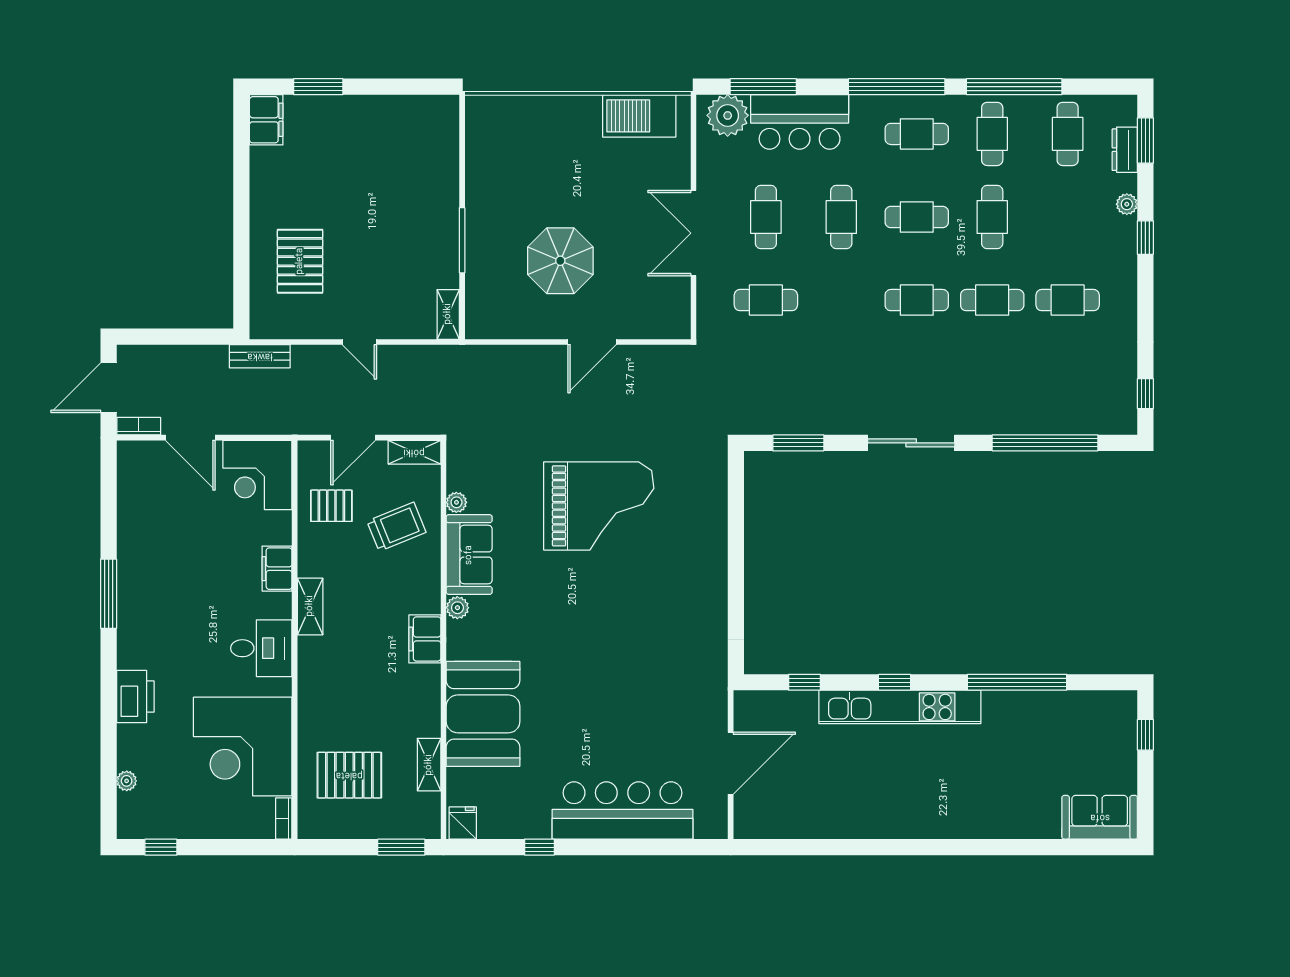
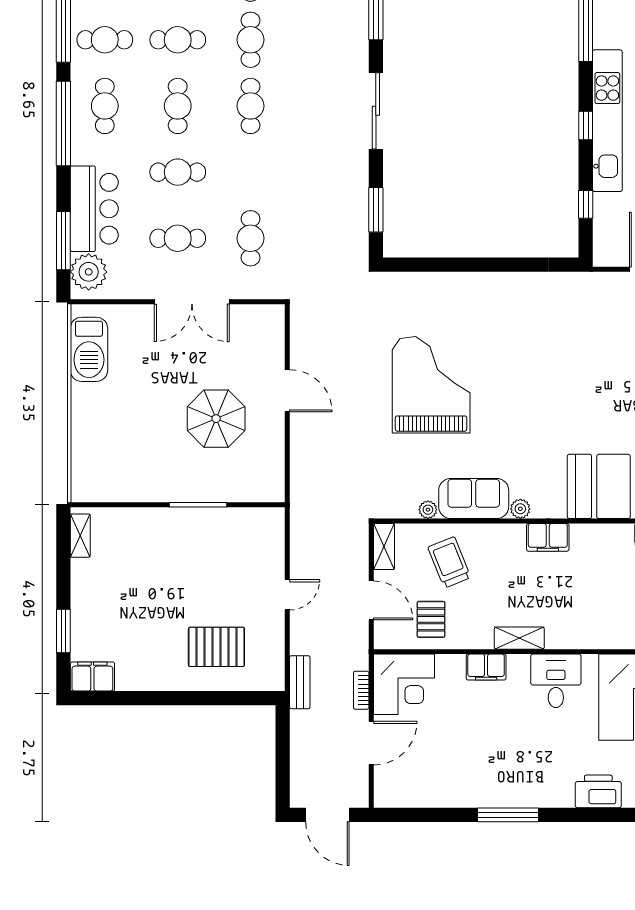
shelving: (448, 314) -> (80, 536), moved, turned 90
bookcase: (139, 426) -> (361, 690), moved

